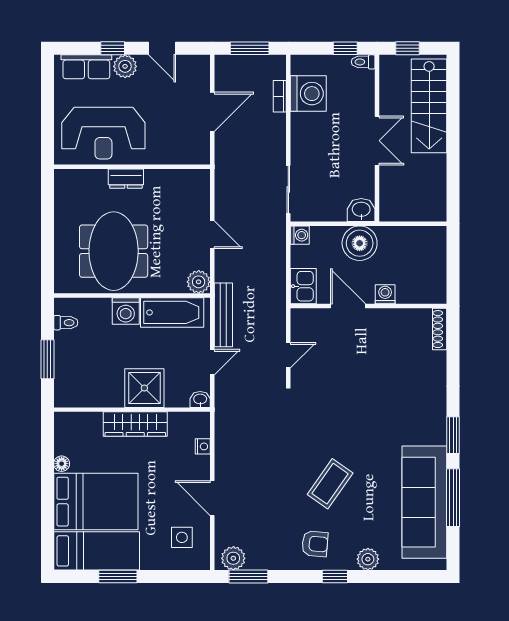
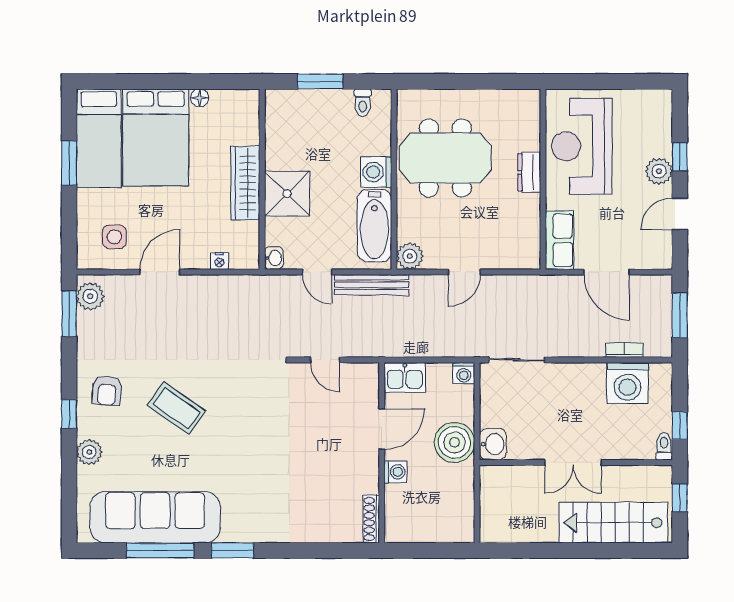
row of seats: (86, 67) -> (559, 240), moved, turned 180
shoe rack: (440, 329) -> (371, 519), moved, turned -90

